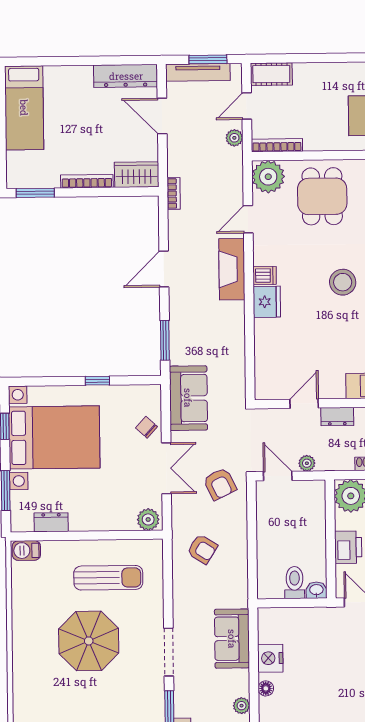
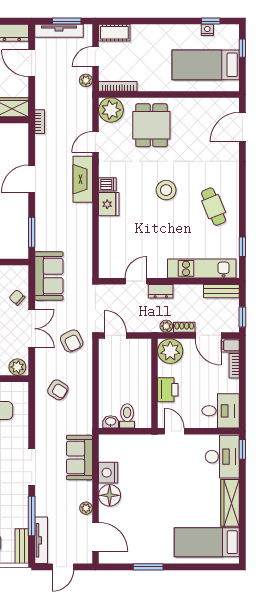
plant: (307, 463) -> (166, 326), moved
washbasin: (316, 590) -> (111, 422), moved
floor lamp: (266, 688) -> (110, 495), width x1.89, depth x1.89

